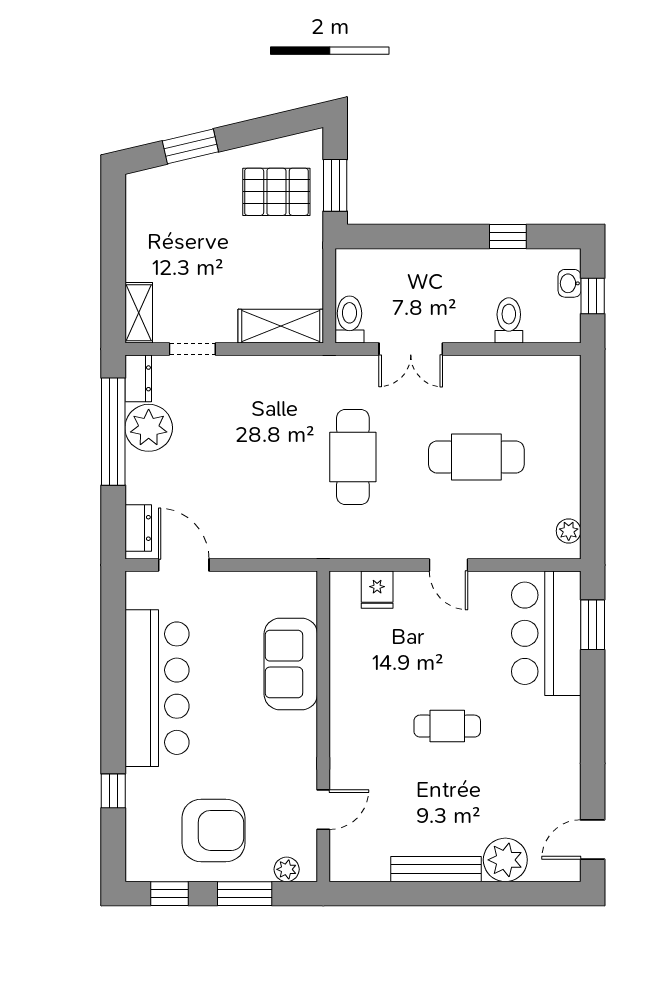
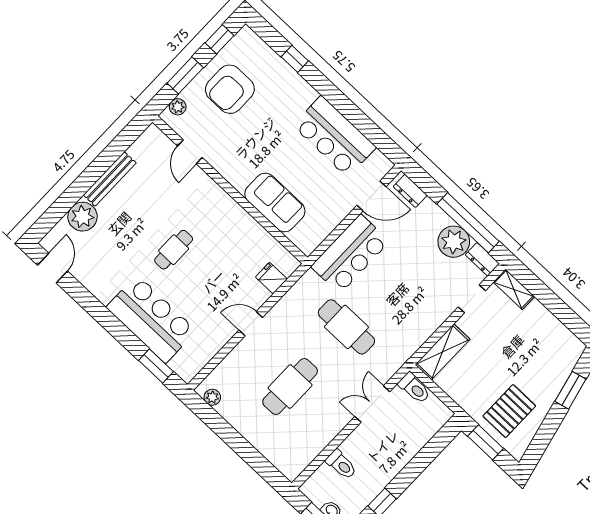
bar counter: (269, 528) -> (350, 254), added
bar counter: (546, 633) -> (151, 319), moved
bar counter: (157, 688) -> (334, 136), width x0.73

